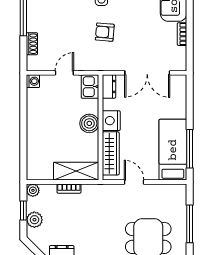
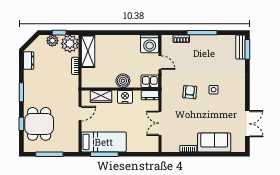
double door: (147, 73) -> (160, 123), width x0.73
washing machine: (33, 81) -> (150, 44), width x1.89, depth x1.89
wardrobe: (111, 153) -> (101, 96), width x0.67
shelving: (76, 171) -> (88, 51), moved
plant: (33, 190) -> (70, 44), width x1.88, depth x1.88

